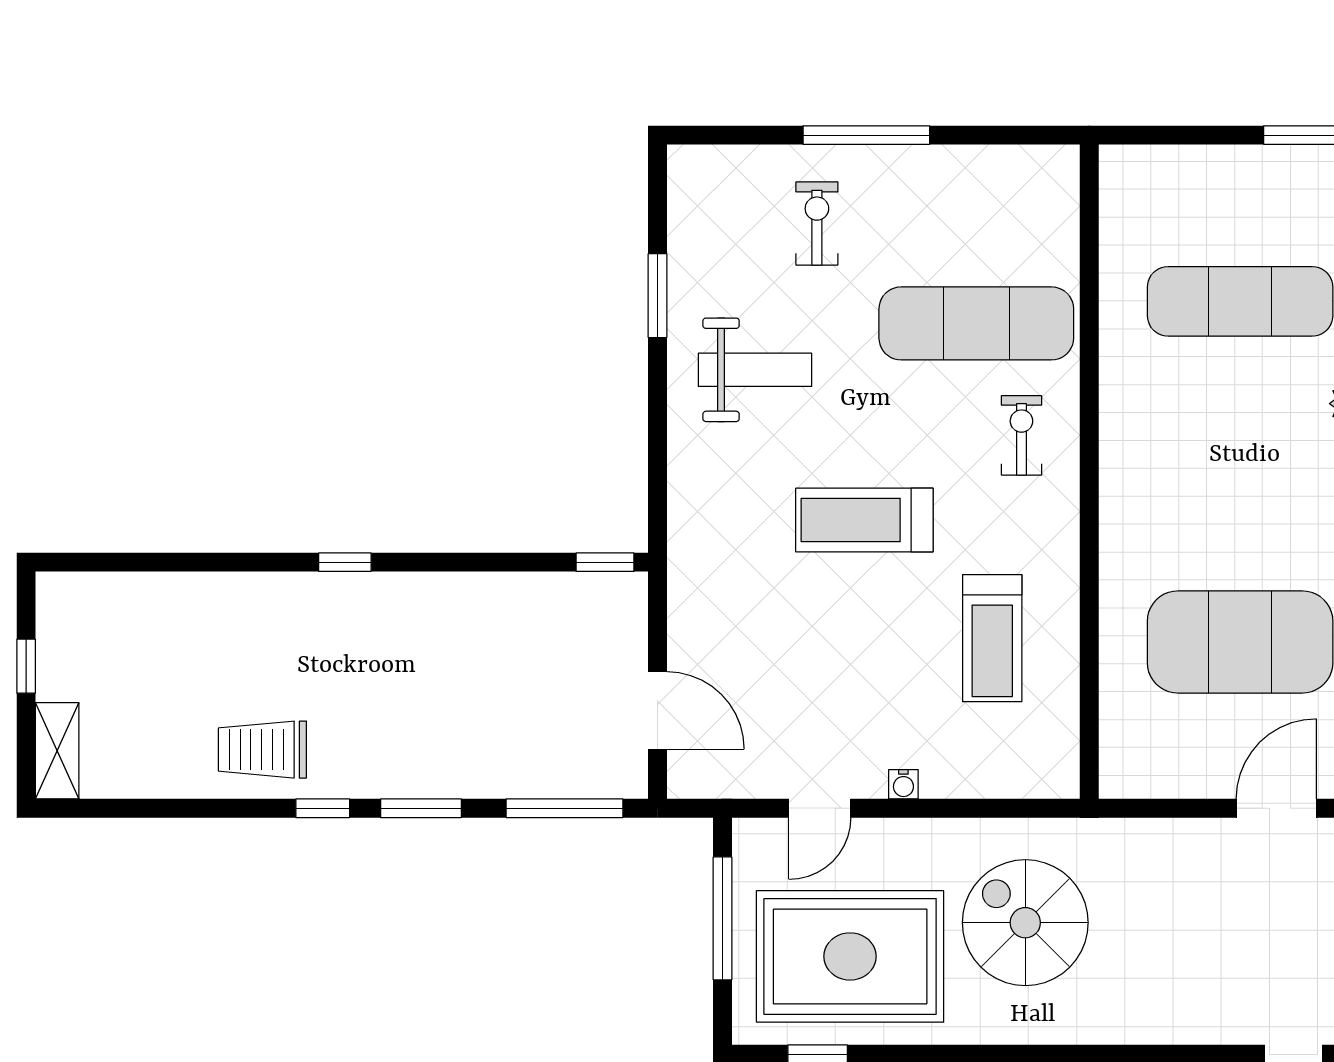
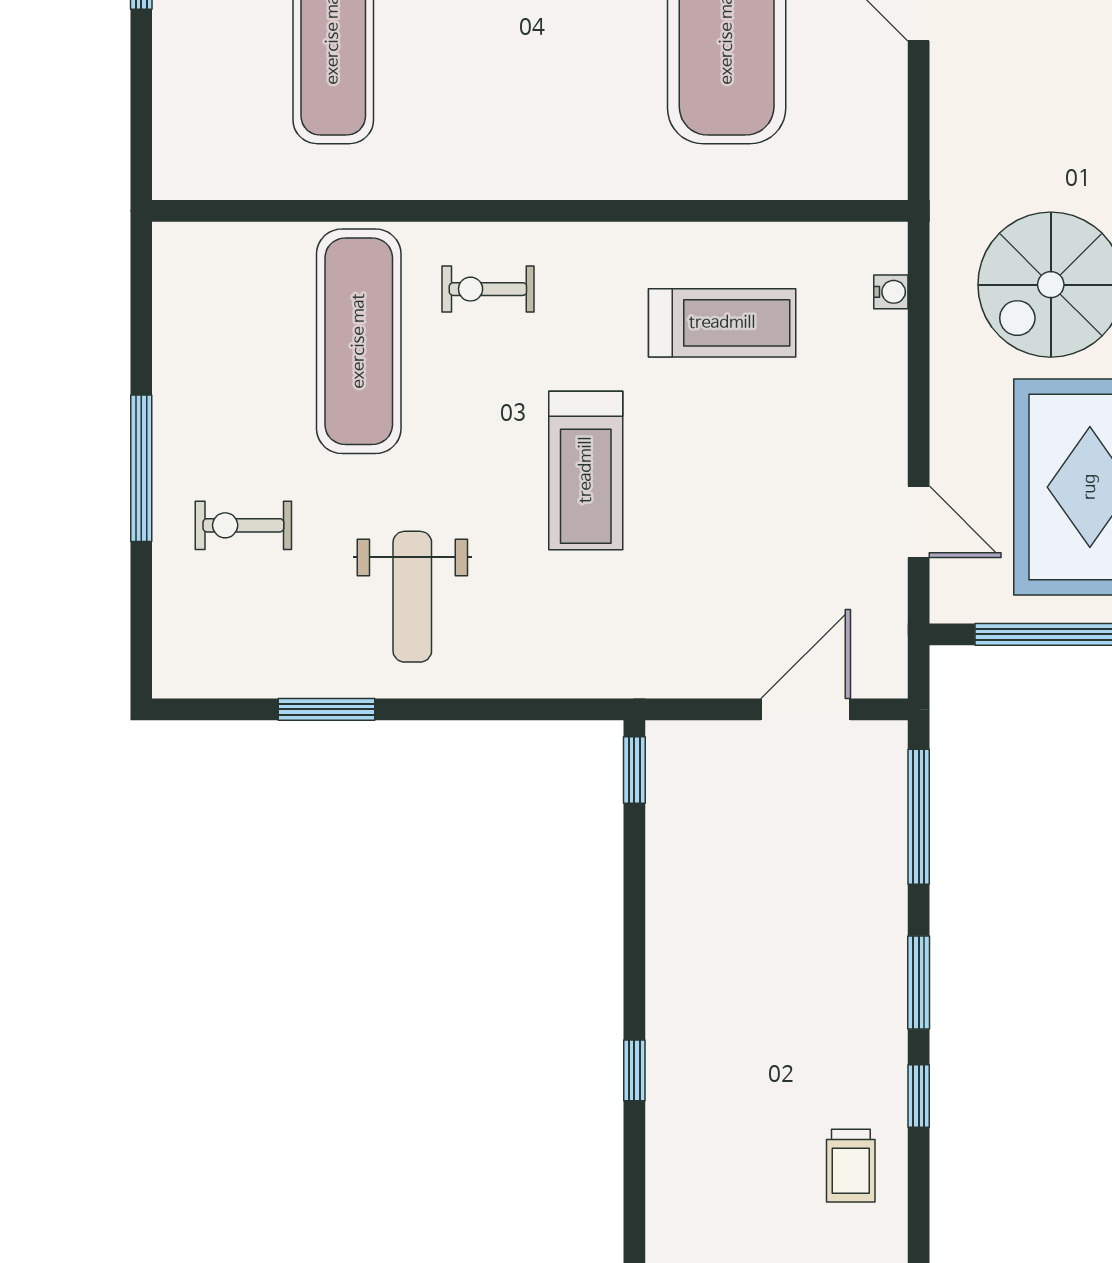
weight bench: (755, 370) -> (412, 597), turned 180
trolley: (262, 750) -> (851, 1166), width x0.73, depth x0.72
water cooler: (903, 784) -> (891, 292), moved

